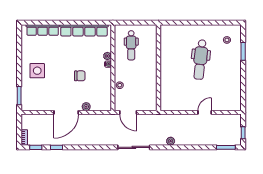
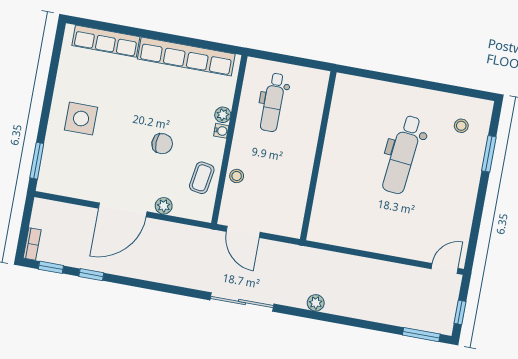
coffee table: (103, 89) -> (202, 178), added
door: (205, 112) -> (445, 268), moved

